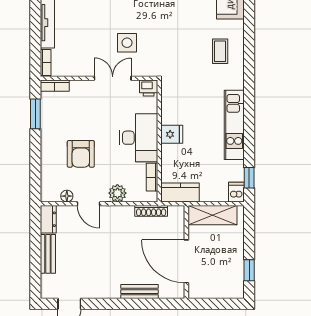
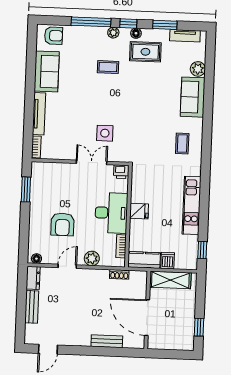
bookcase: (55, 86) -> (43, 167), removed
dishwasher: (236, 192) -> (168, 261), moved
floor lamp: (67, 196) -> (36, 259), moved
door: (88, 204) -> (67, 266), swing flipped
shoe rack: (151, 211) -> (119, 274), width x0.70

